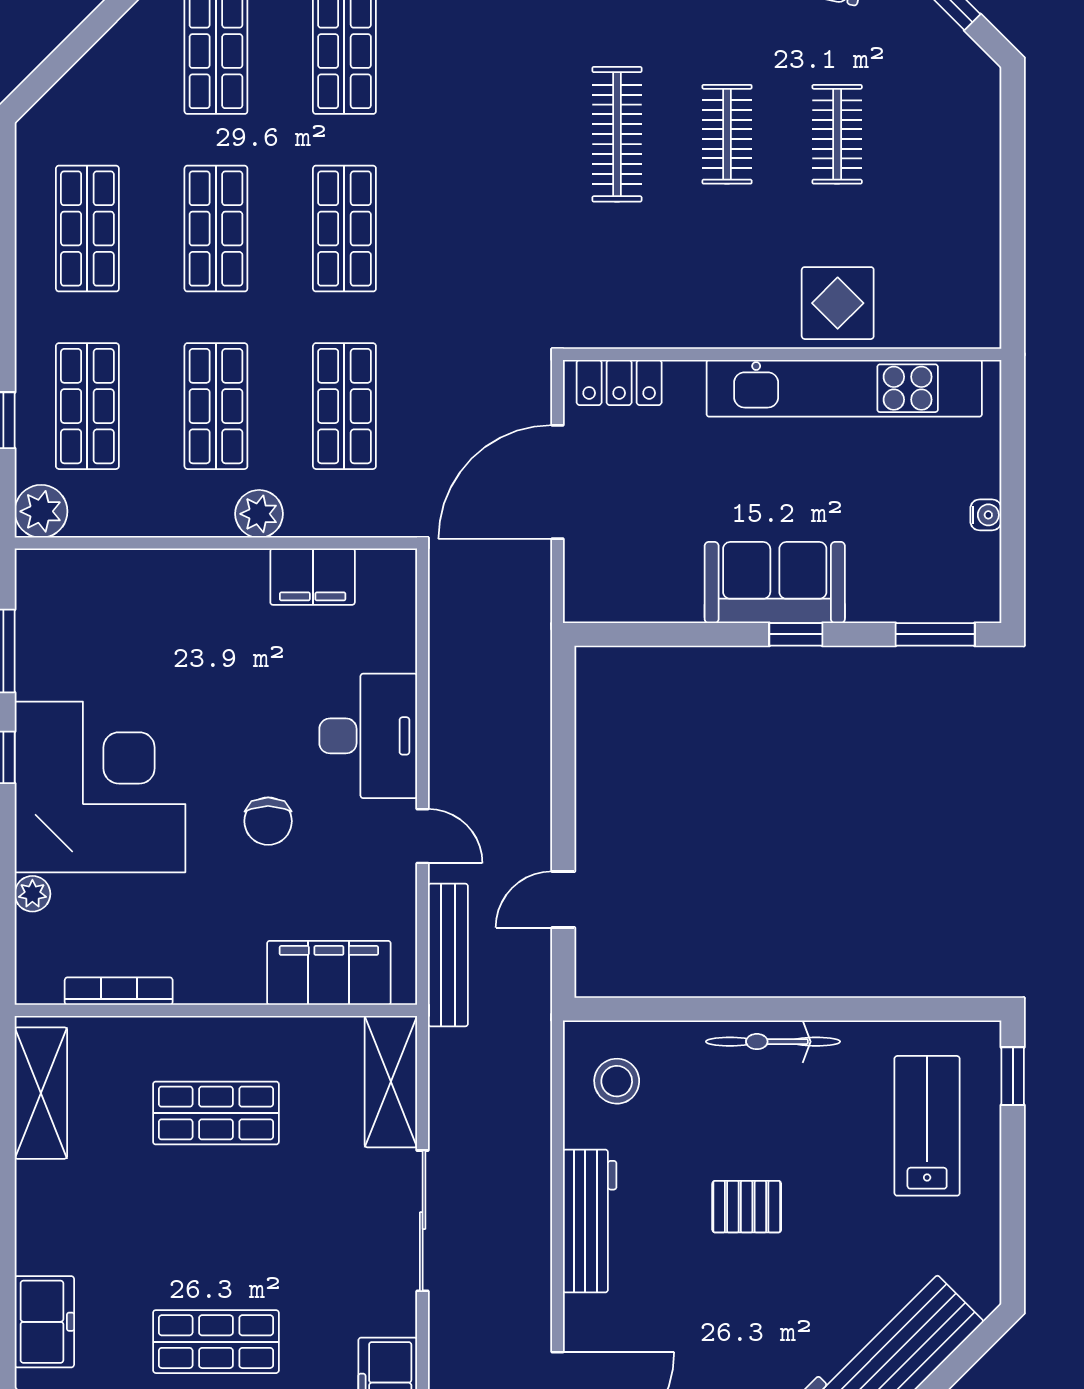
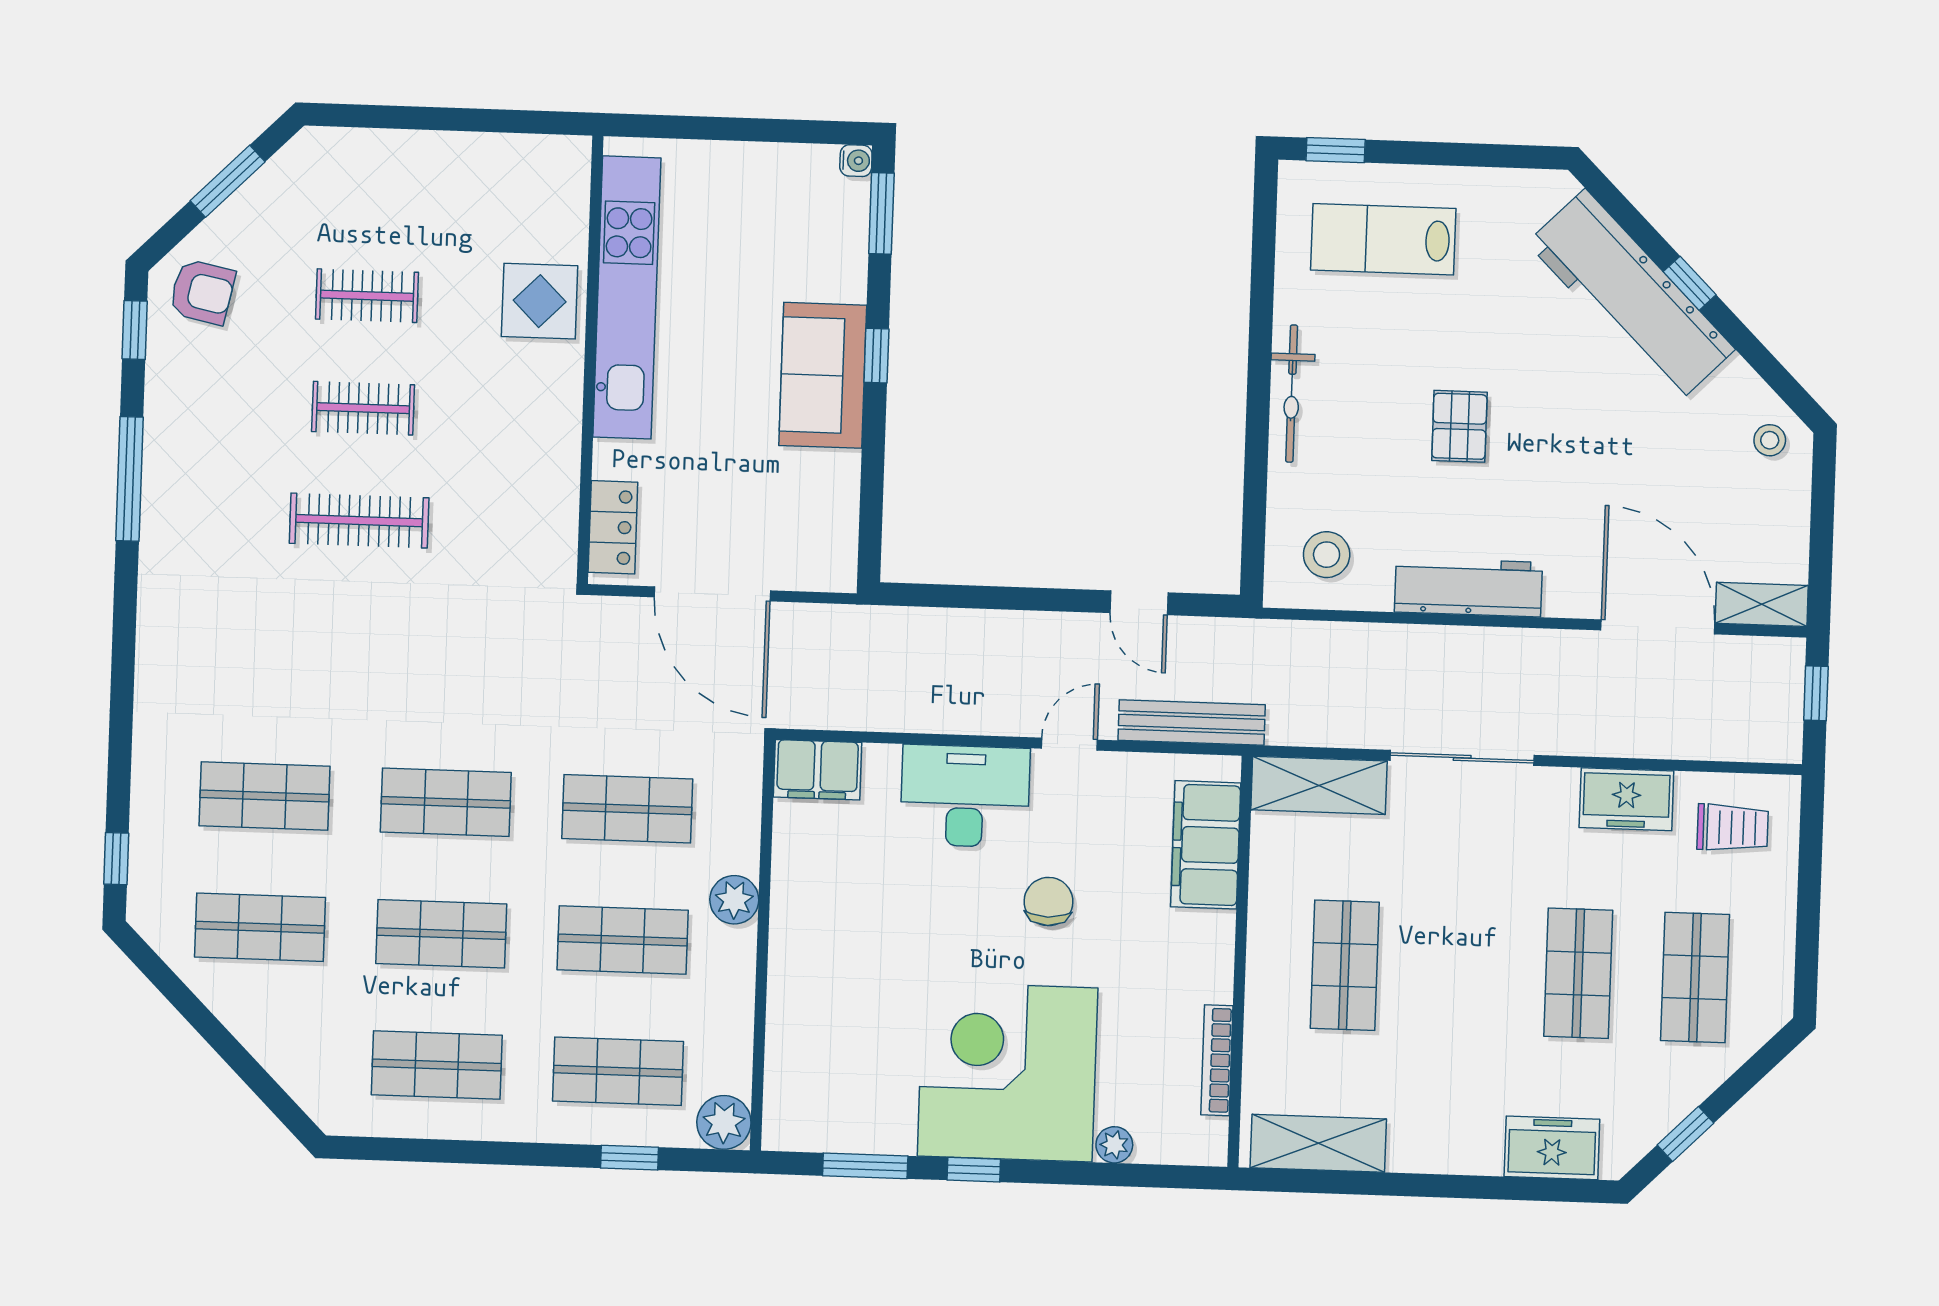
water cooler: (986, 515) -> (856, 161), moved, turned 90
filing cabinet: (313, 577) -> (817, 770), moved, turned 90
chair: (268, 821) -> (1049, 902), turned -90

